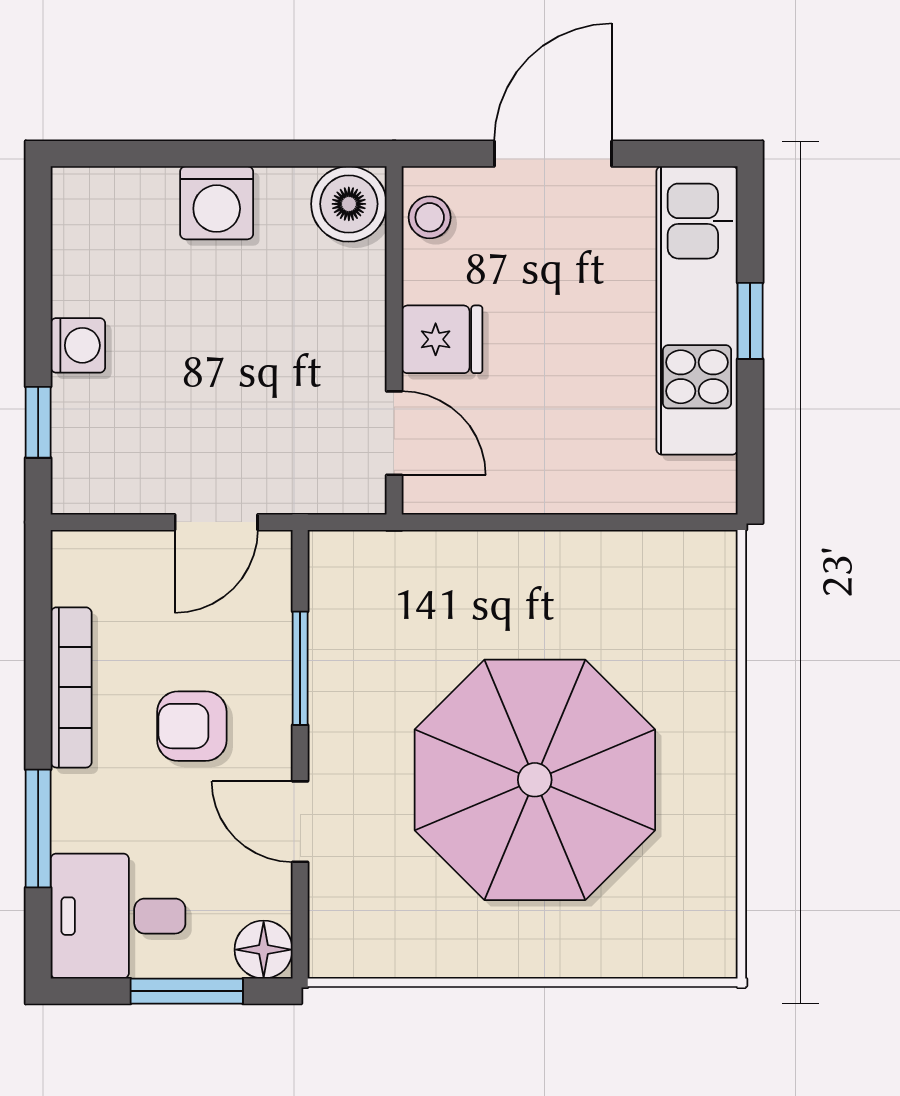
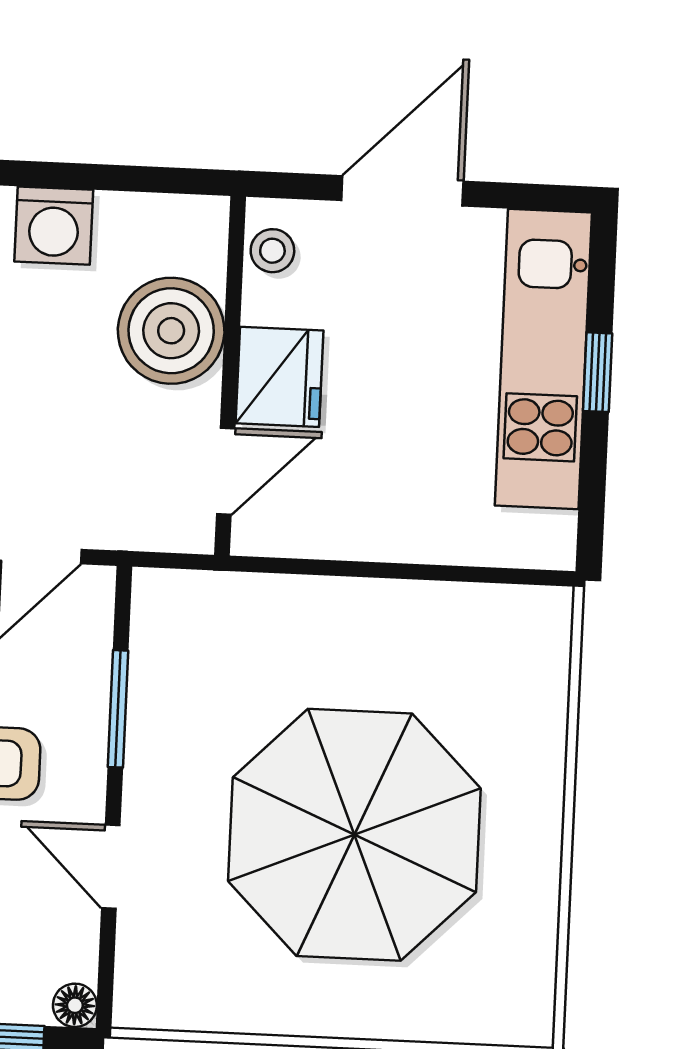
boiler: (349, 204) -> (171, 331), moved, width x1.37, depth x1.37
fridge: (442, 339) -> (279, 377), width x1.38
door: (394, 433) -> (226, 471), hinge flipped
floor lamp: (264, 950) -> (75, 1005), width x0.73, depth x0.73

